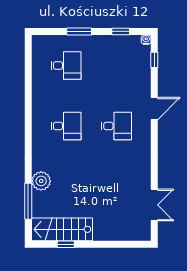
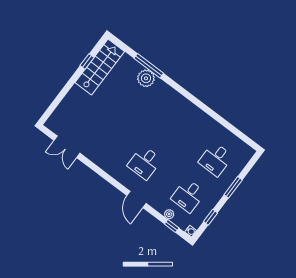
plant: (146, 70) -> (169, 214), added
desk: (66, 126) -> (188, 196), moved
window: (28, 201) -> (149, 66), moved

